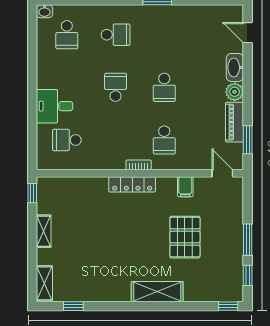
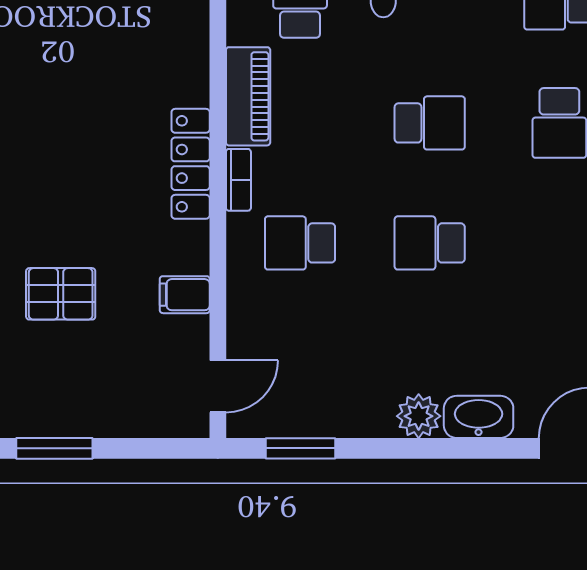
piano: (235, 122) -> (248, 96), moved, turned 90
pallet: (185, 237) -> (61, 294), width x0.67, depth x0.71

